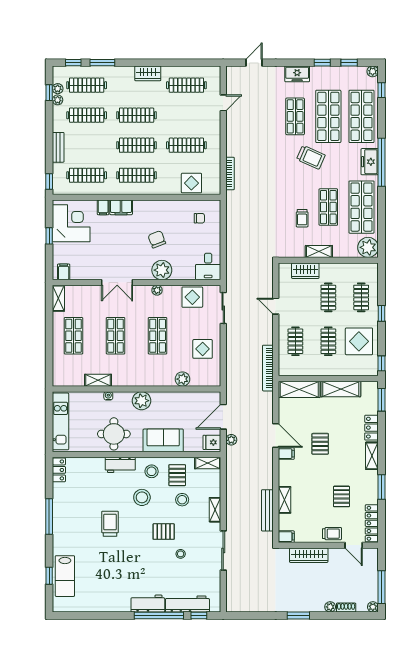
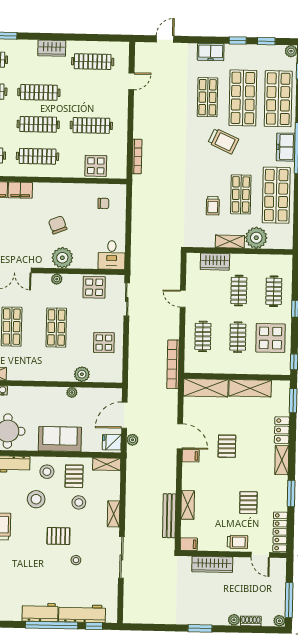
plant: (368, 247) -> (256, 238), moved
plant: (142, 401) -> (72, 392), moved, width x0.53, depth x0.53

